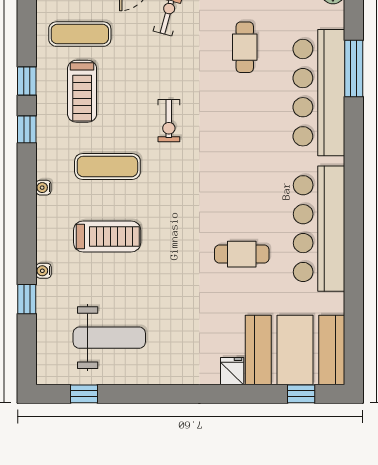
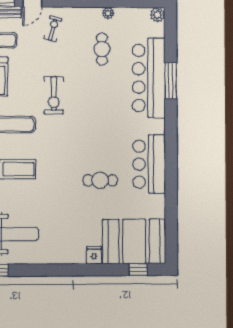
window: (354, 68) -> (171, 81), moved
exercise bike: (169, 121) -> (54, 95), width x1.38, depth x1.39
bar counter: (319, 229) -> (149, 164), width x0.73

